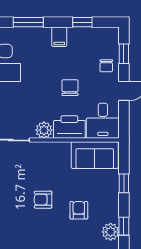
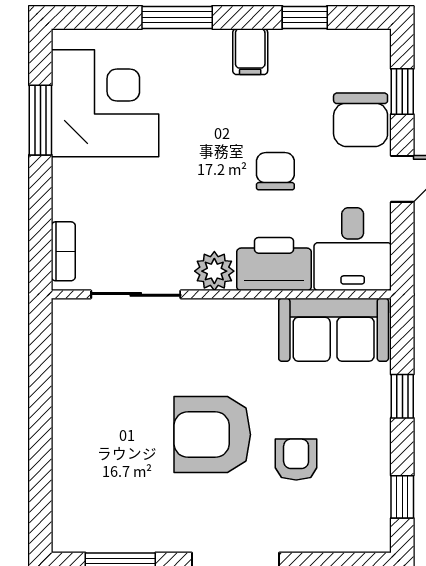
chair: (106, 66) -> (361, 120), width x1.87, depth x1.87
armchair: (43, 200) -> (212, 435), width x1.88, depth x1.88
plant: (111, 232) -> (371, 510), removed

